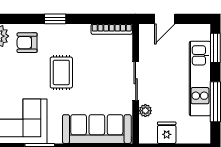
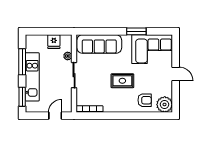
window: (55, 19) -> (126, 116), removed
rug: (61, 72) -> (122, 81), turned 90

